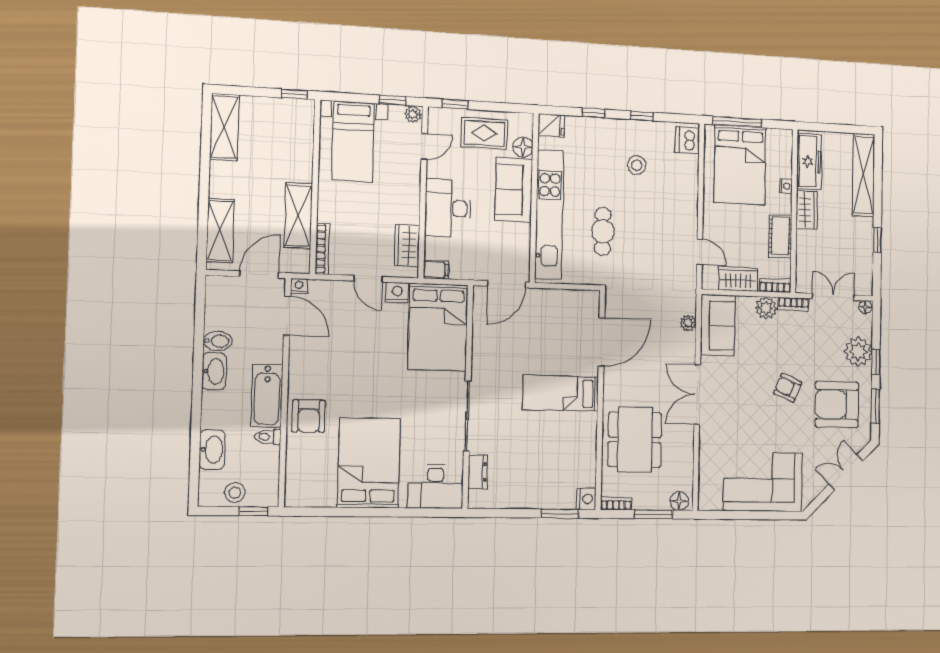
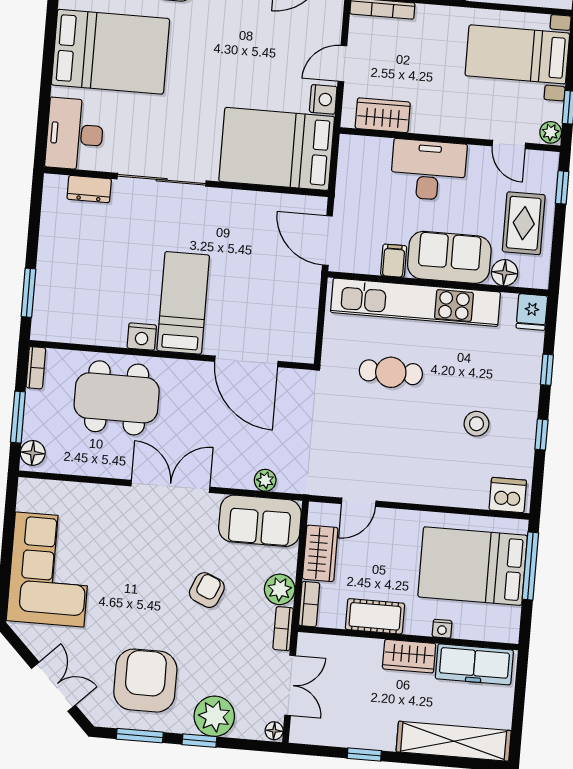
filing cabinet: (436, 270) -> (394, 261), moved, turned 180
armchair: (788, 388) -> (207, 590), moved
nightstand: (586, 499) -> (142, 337), moved

